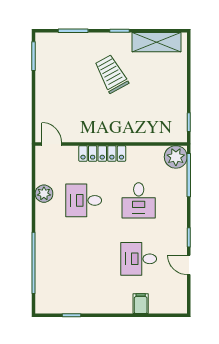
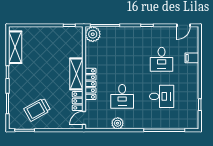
trolley: (111, 74) -> (37, 110), moved
shelving: (117, 133) -> (76, 74), added
locker: (77, 135) -> (78, 101), added
desk: (139, 200) -> (162, 96), moved
door: (189, 265) -> (183, 25), moved

